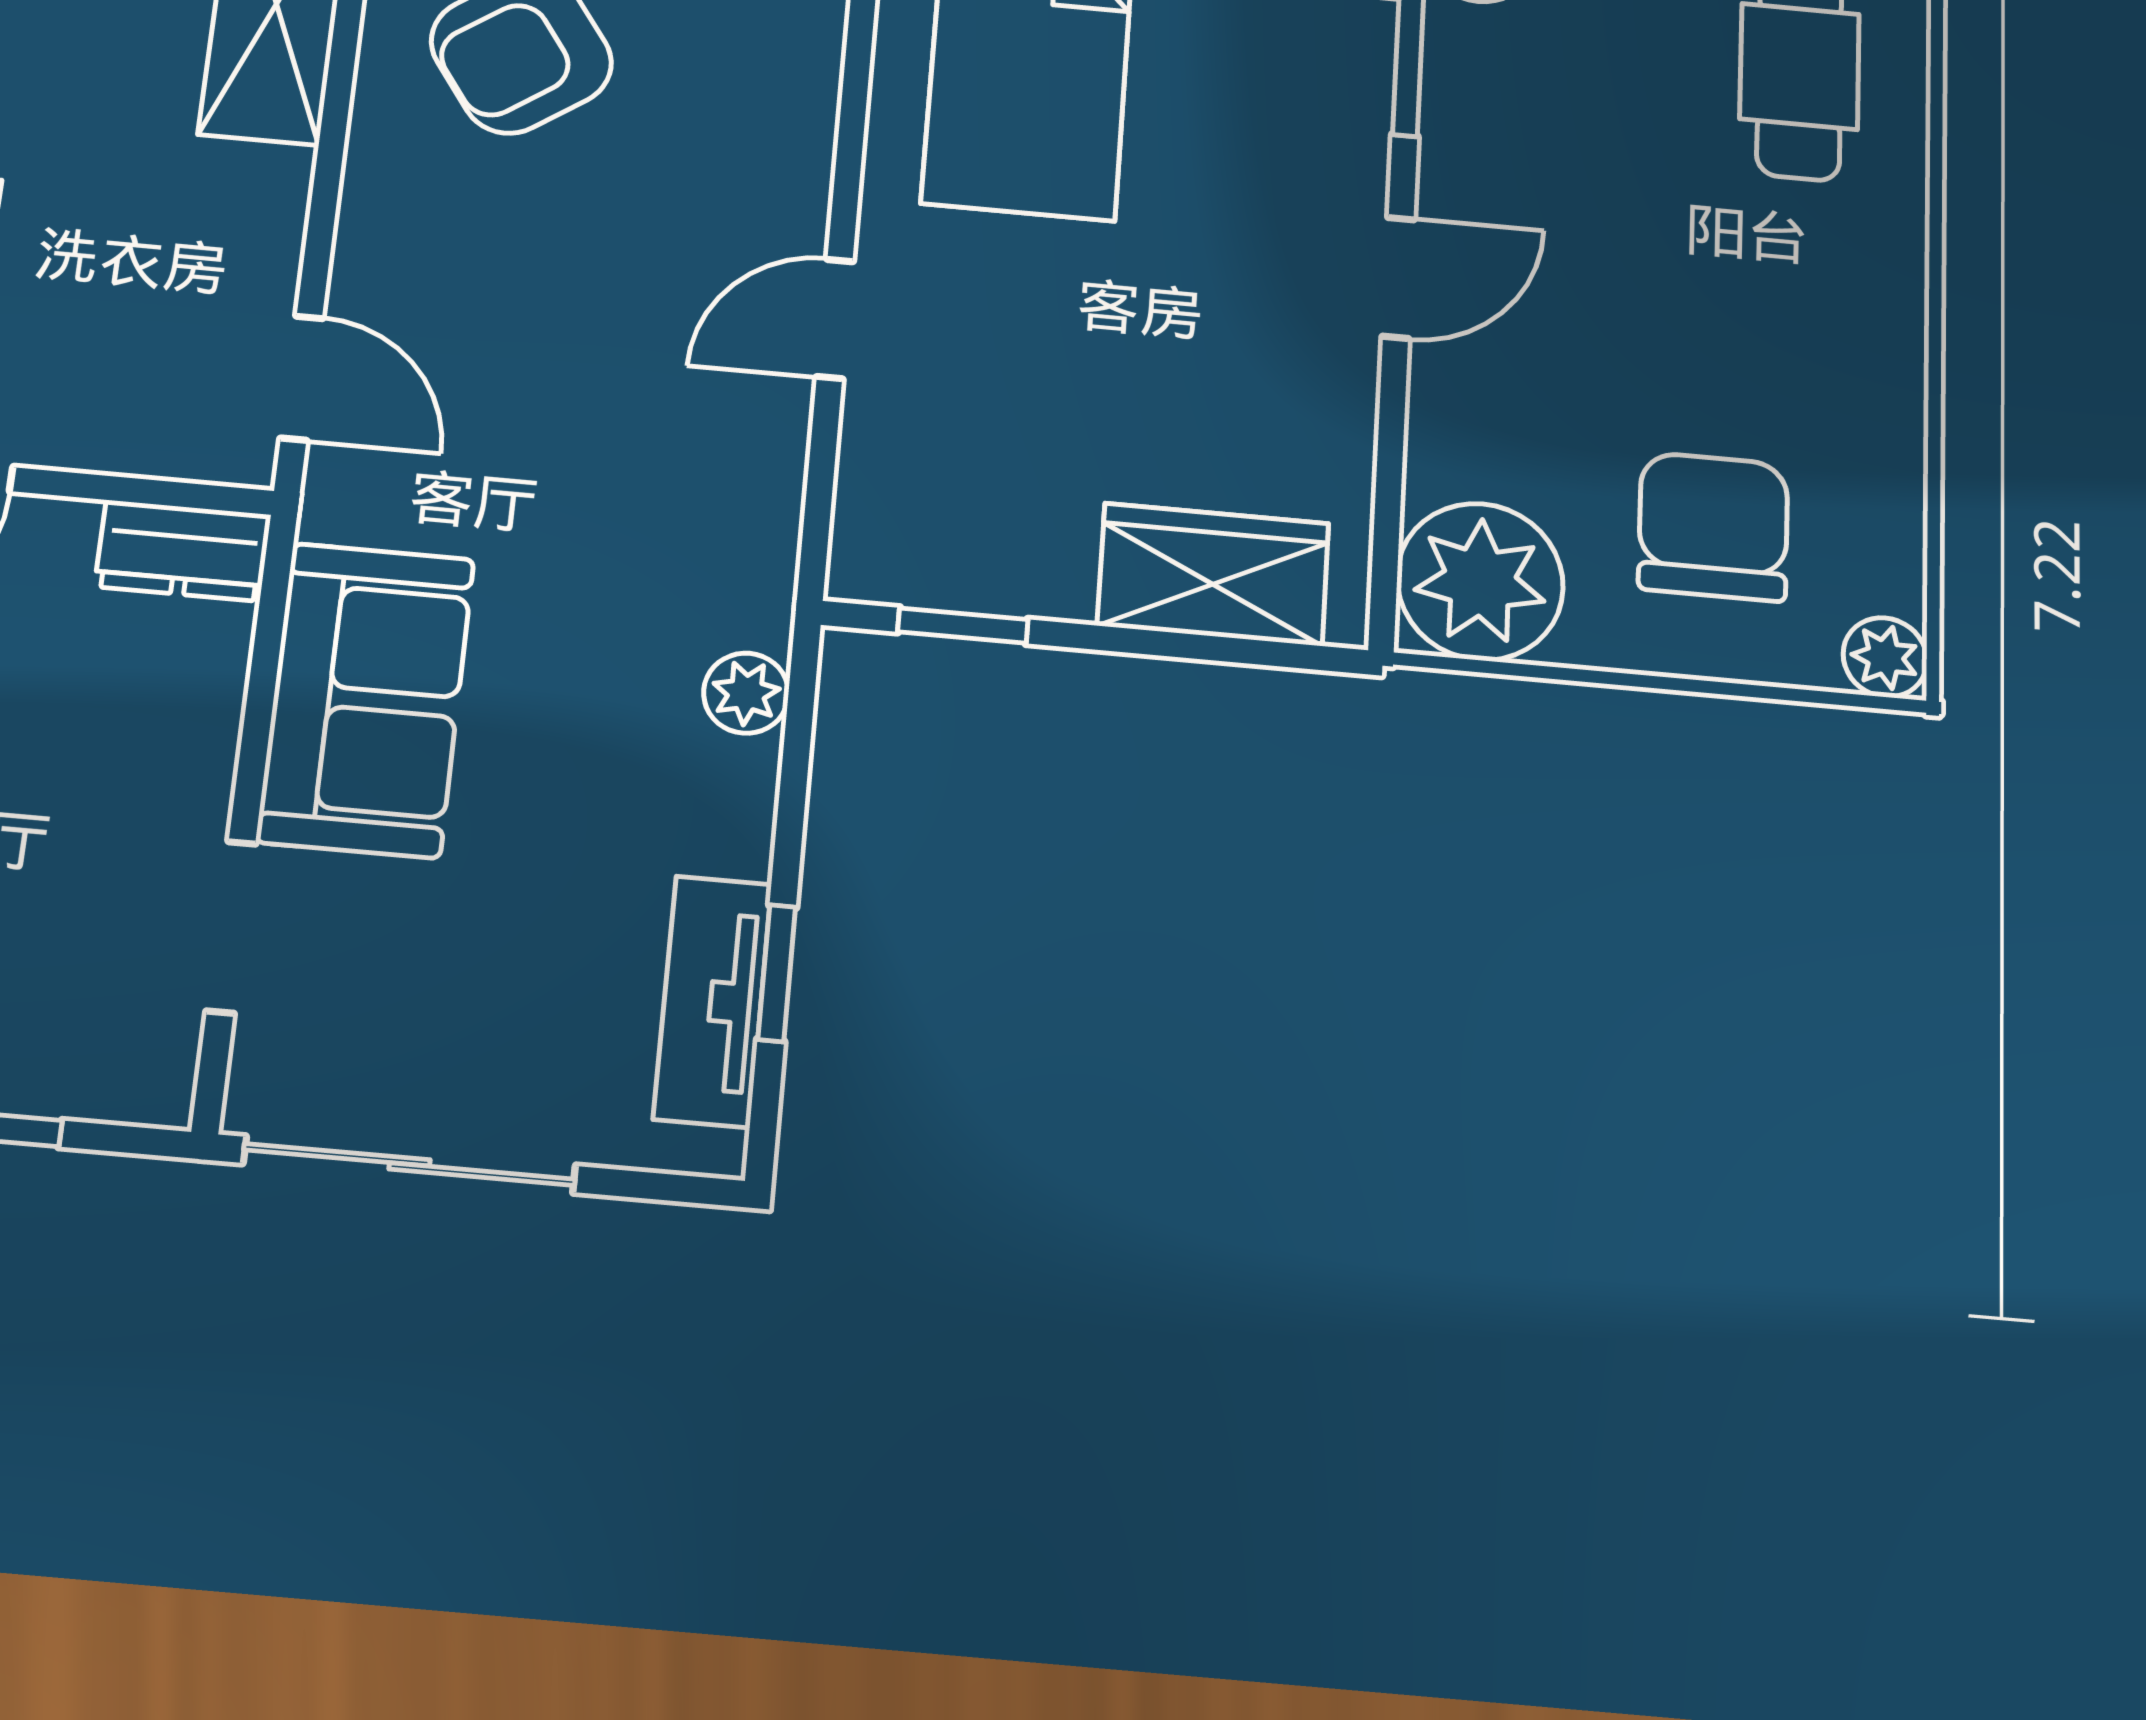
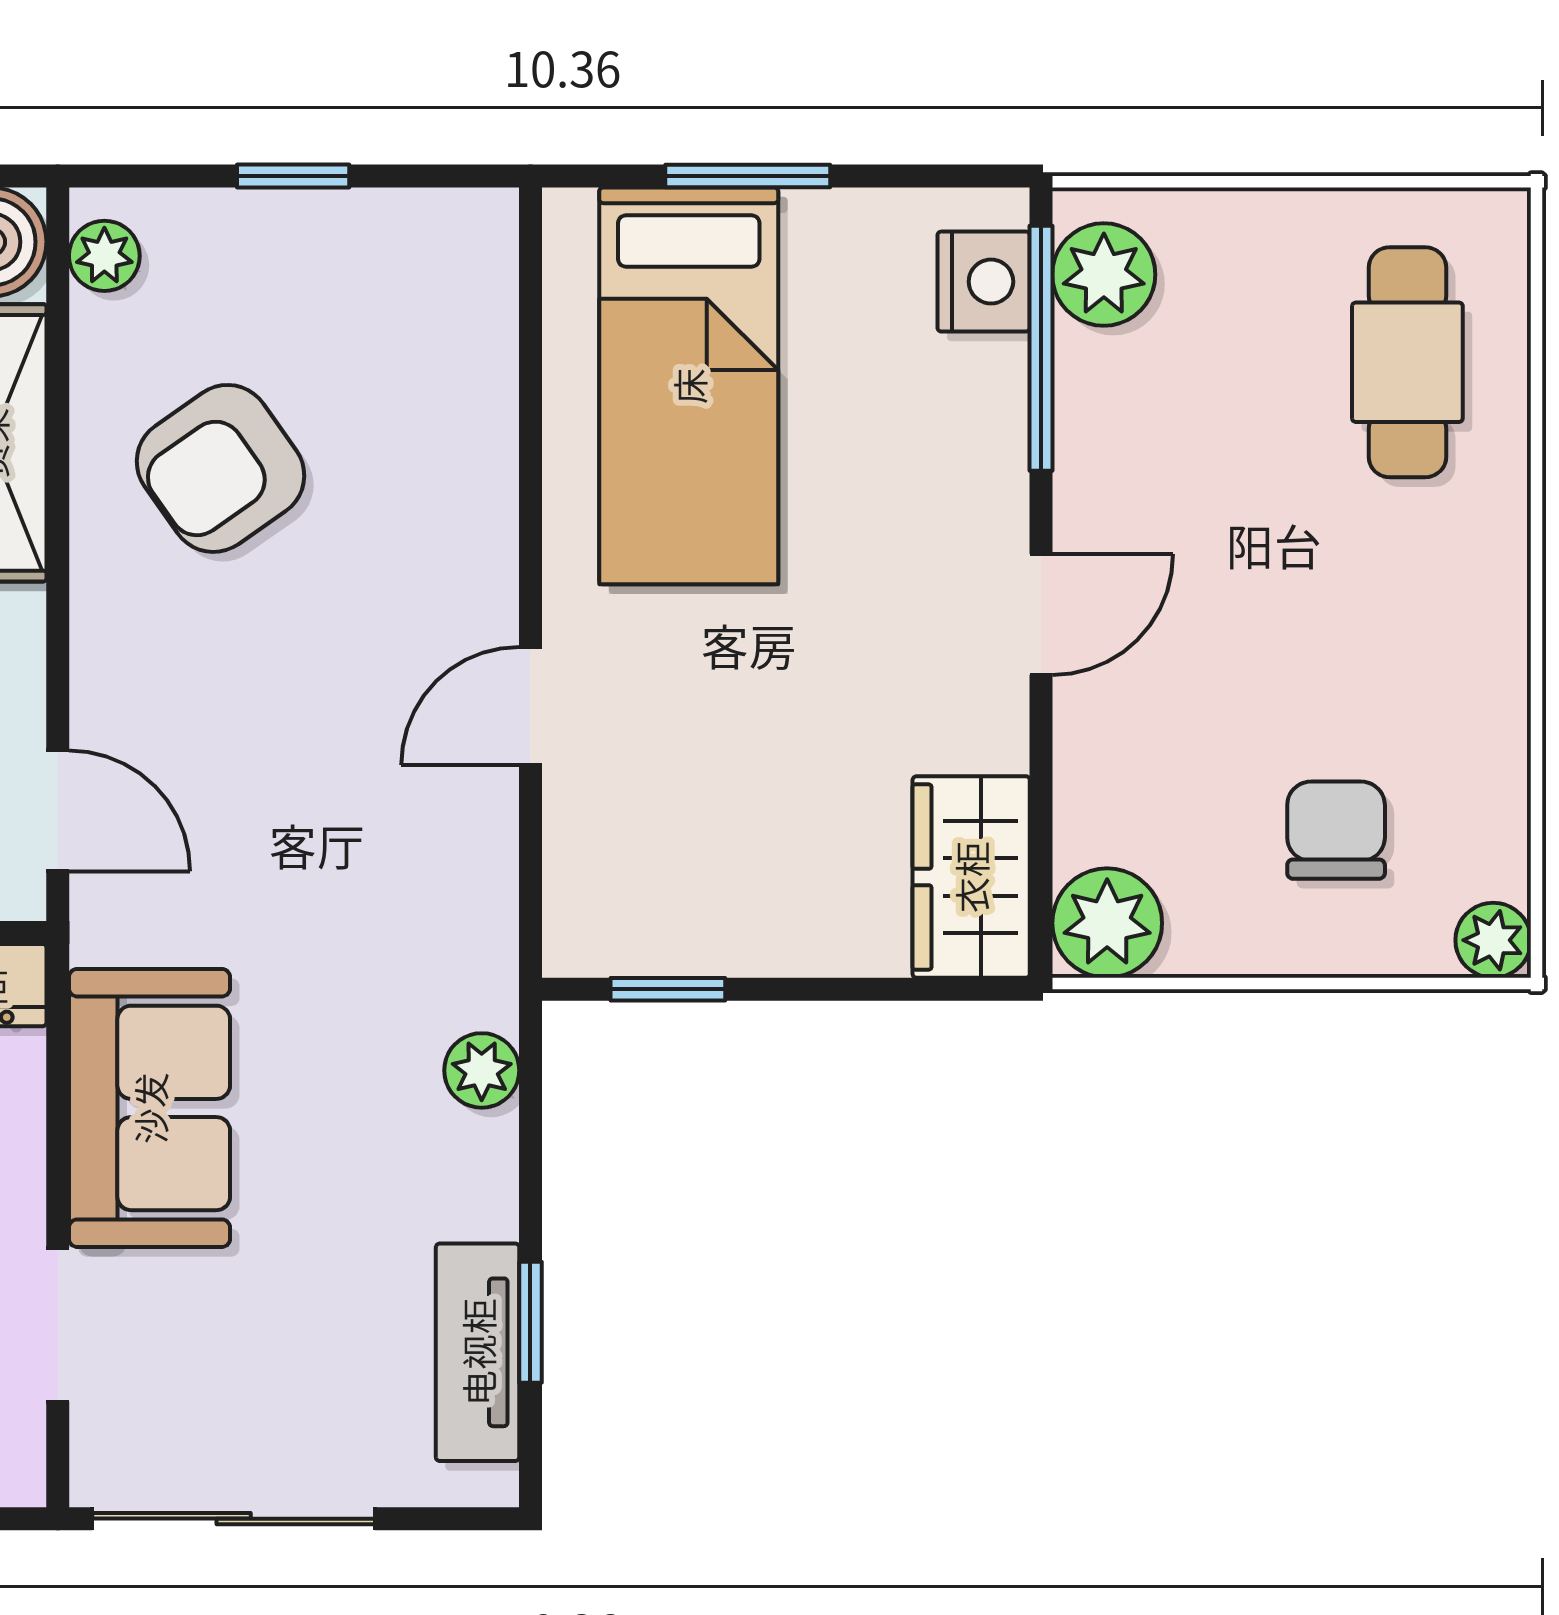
chair: (1713, 527) -> (1336, 830), width x0.73, depth x0.73
wardrobe: (1213, 574) -> (971, 877), moved, turned -90
plant: (1480, 581) -> (1107, 923), width x0.73, depth x0.73

